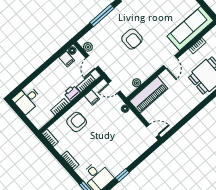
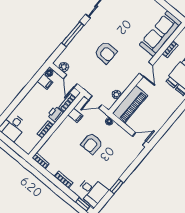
armchair: (77, 122) -> (92, 143), moved, turned 180

